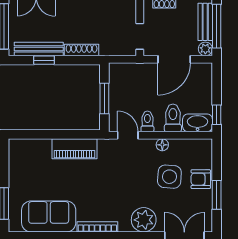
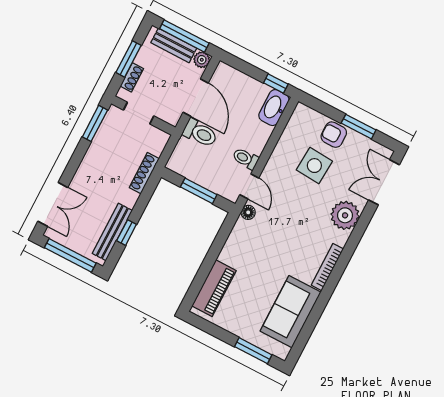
doorway: (140, 36) -> (139, 113), moved
shoe rack: (82, 50) -> (144, 173), moved
toilet: (173, 118) -> (200, 133), moved, turned 180
door: (128, 135) -> (249, 186), swing flipped
floor lamp: (162, 145) -> (248, 212), moved
piano: (74, 149) -> (214, 288), moved
armchair: (201, 179) -> (334, 135), turned 90

